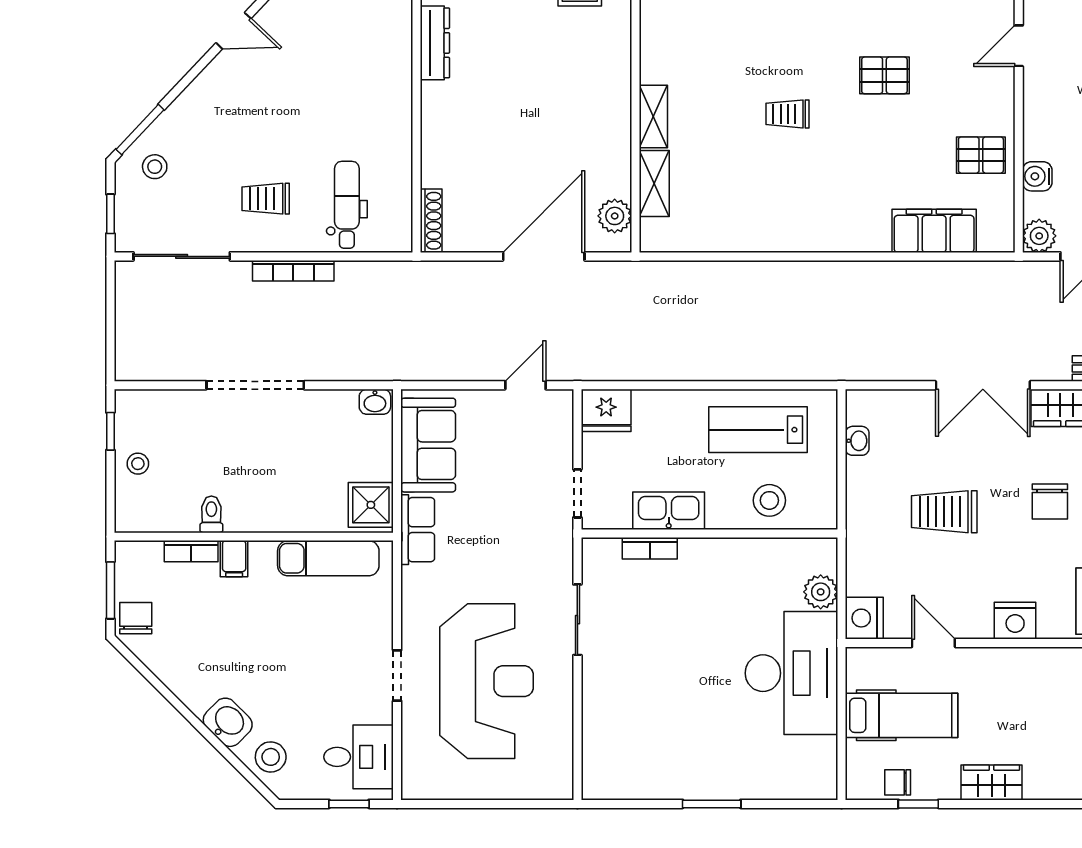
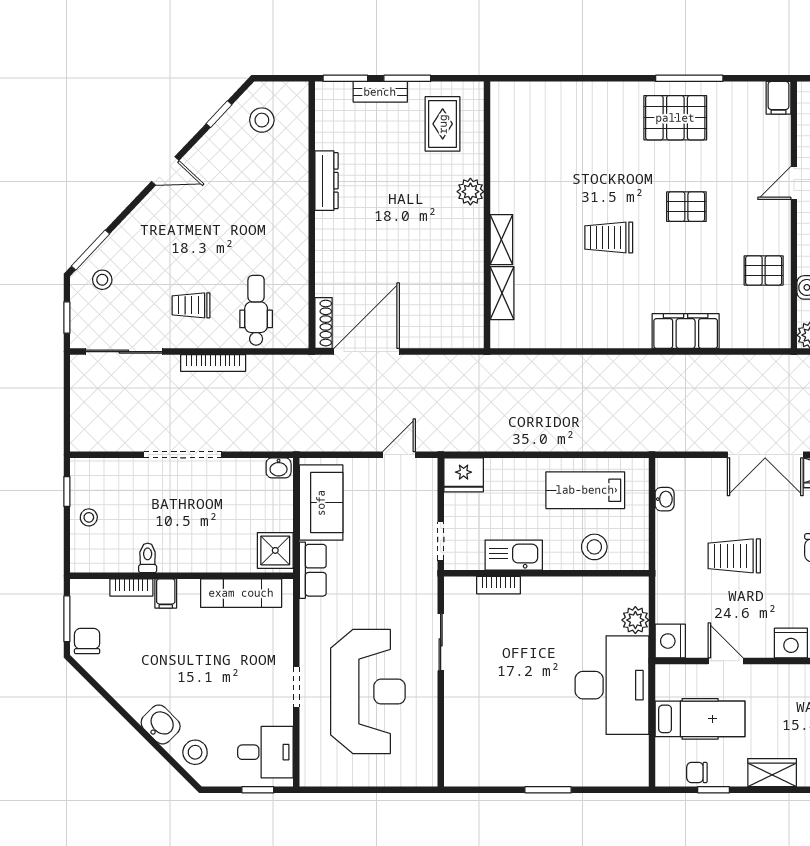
trolley: (787, 114) -> (609, 238), width x1.36, depth x1.39
plant: (615, 216) -> (470, 192), moved
filing cabinet: (934, 231) -> (686, 331), moved
door: (544, 256) -> (367, 352), moved

